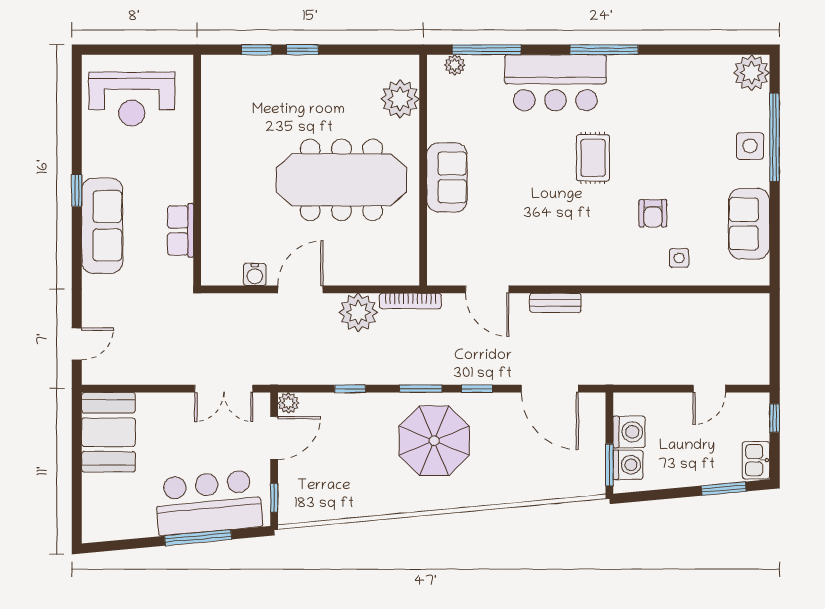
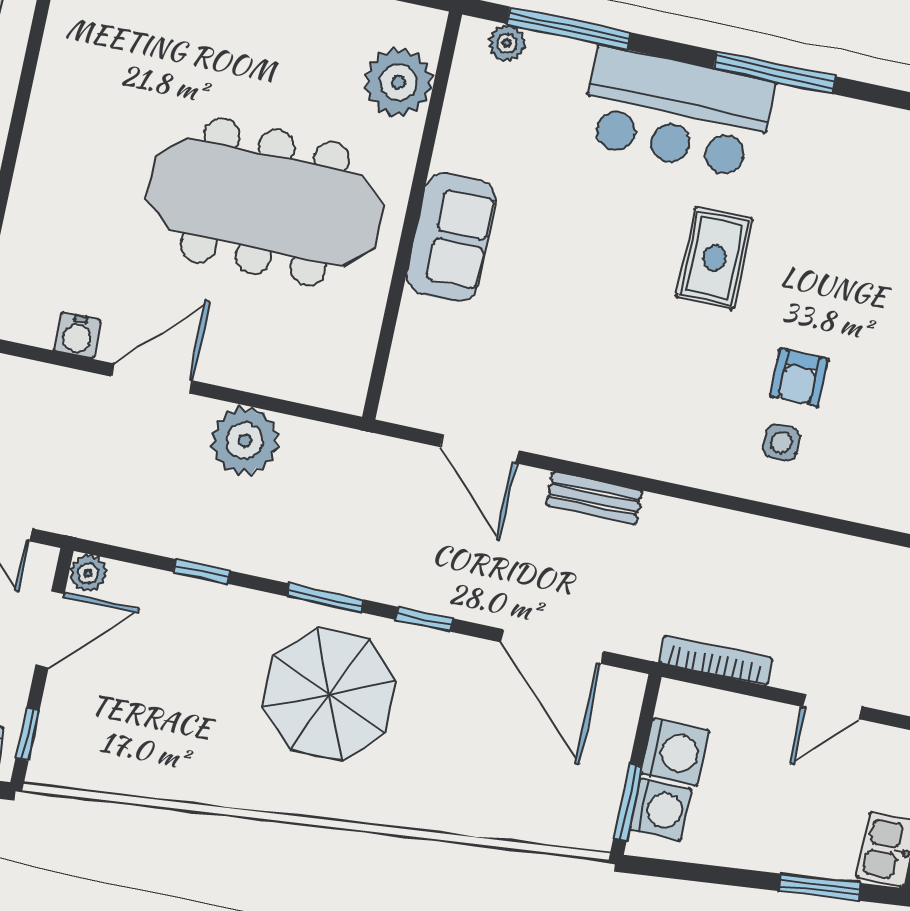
side table: (679, 258) -> (782, 443), moved
bookcase: (410, 301) -> (716, 660), moved, turned 180

